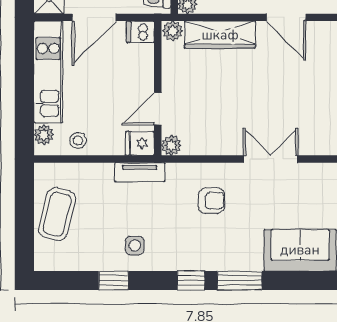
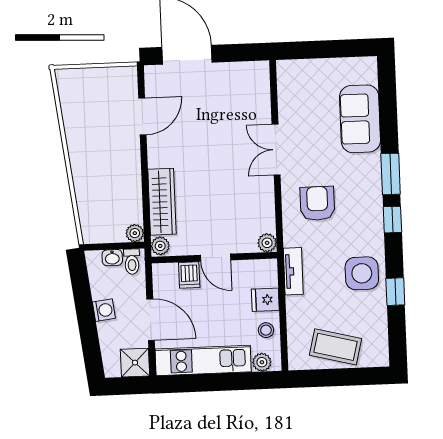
door: (286, 17) -> (142, 116), moved
dishwasher: (140, 32) -> (189, 275), moved
door: (158, 109) -> (216, 258), moved
fridge: (140, 143) -> (265, 300), moved, turned 90
armchair: (211, 201) -> (317, 203), width x1.38, depth x1.38
side table: (135, 245) -> (362, 273), width x1.87, depth x1.87

